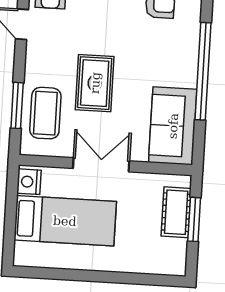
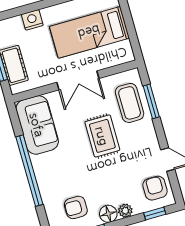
nightstand: (29, 182) -> (32, 20), moved, turned -90

